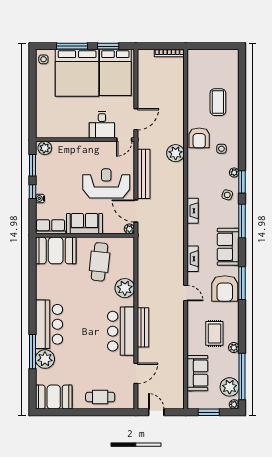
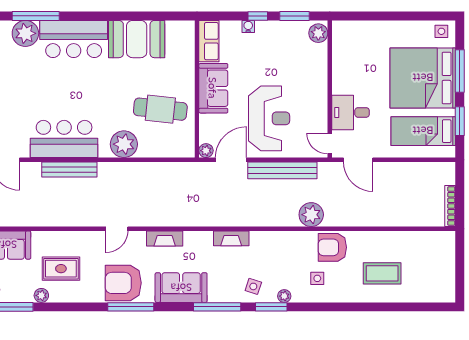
bed: (115, 72) -> (423, 131), width x0.67
booth: (56, 250) -> (137, 39), moved, turned 90

